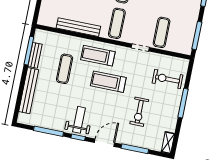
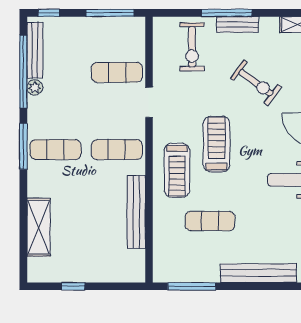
bench: (35, 55) -> (237, 25), moved
treadmill: (108, 82) -> (217, 144), turned 180
exercise bike: (139, 112) -> (256, 83), turned 36

